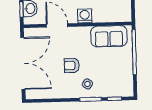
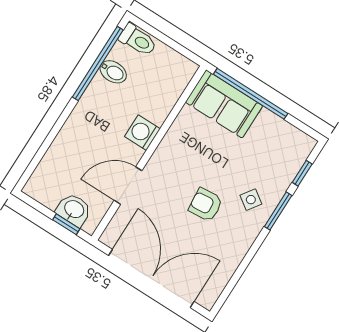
sofa: (109, 36) -> (224, 104), moved, turned 90
armchair: (72, 65) -> (206, 205), turned 85

